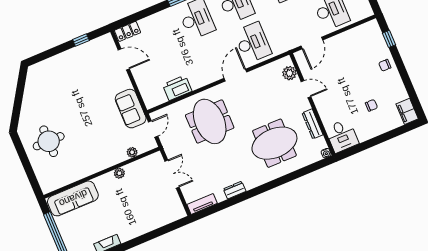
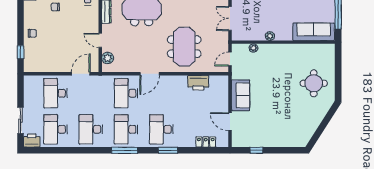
locker: (128, 31) -> (206, 142), moved
sofa: (131, 109) -> (241, 95), moved

